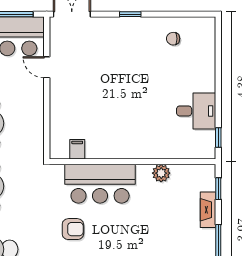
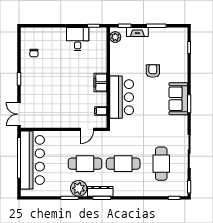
door: (47, 67) -> (87, 129), moved
filing cabinet: (124, 149) -> (100, 83), added
plant: (161, 173) -> (115, 37), moved
armchair: (73, 229) -> (153, 71), moved

